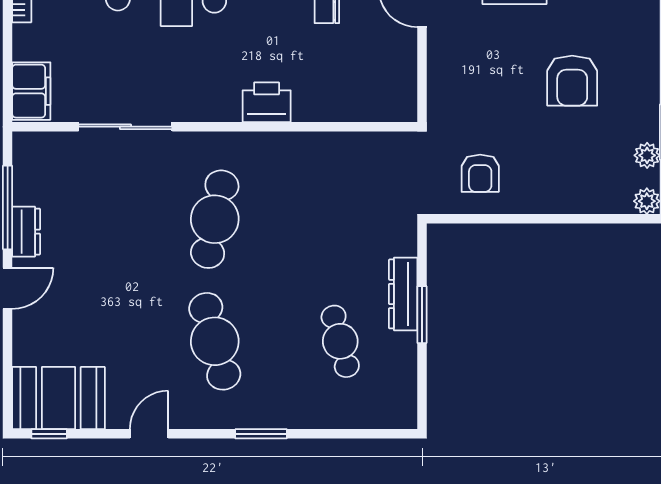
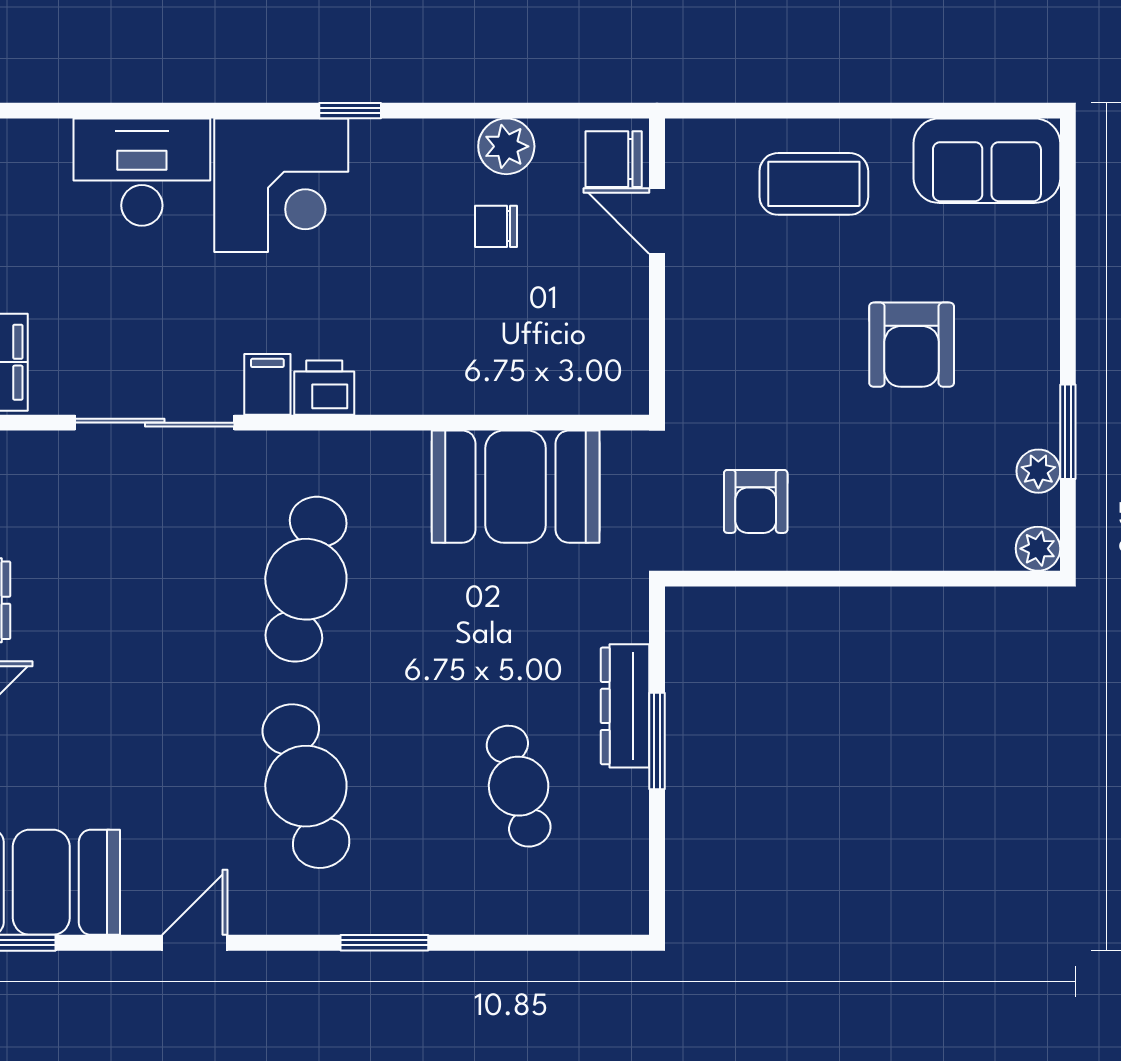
printer: (267, 102) -> (324, 388), moved, width x0.73, depth x0.81
filing cabinet: (192, 104) -> (267, 384), added
booth: (338, 165) -> (516, 487), added

